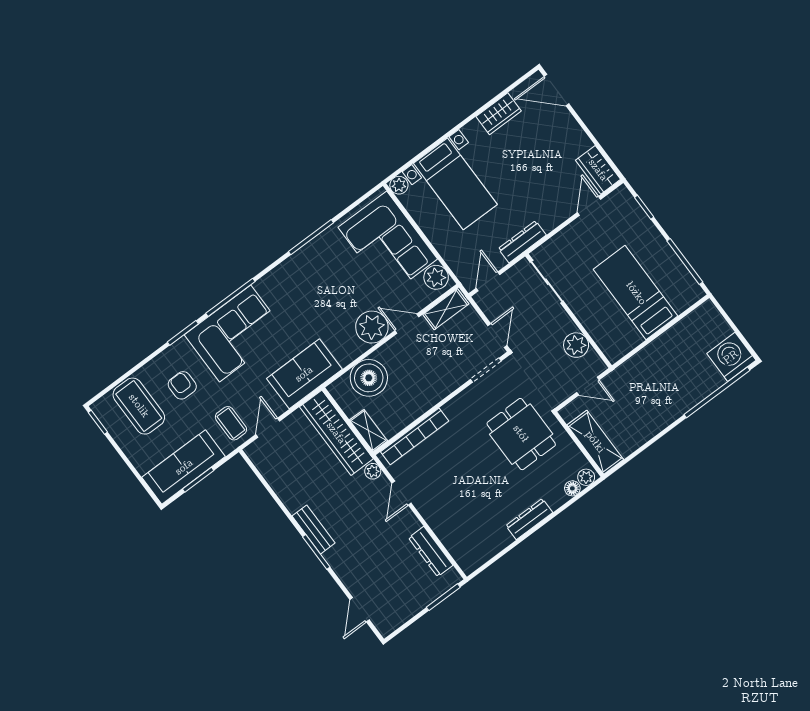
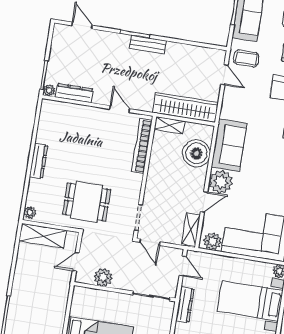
sofa: (304, 374) -> (229, 145), moved
plant: (373, 471) -> (49, 90), moved
floor lamp: (572, 488) -> (31, 199), removed

